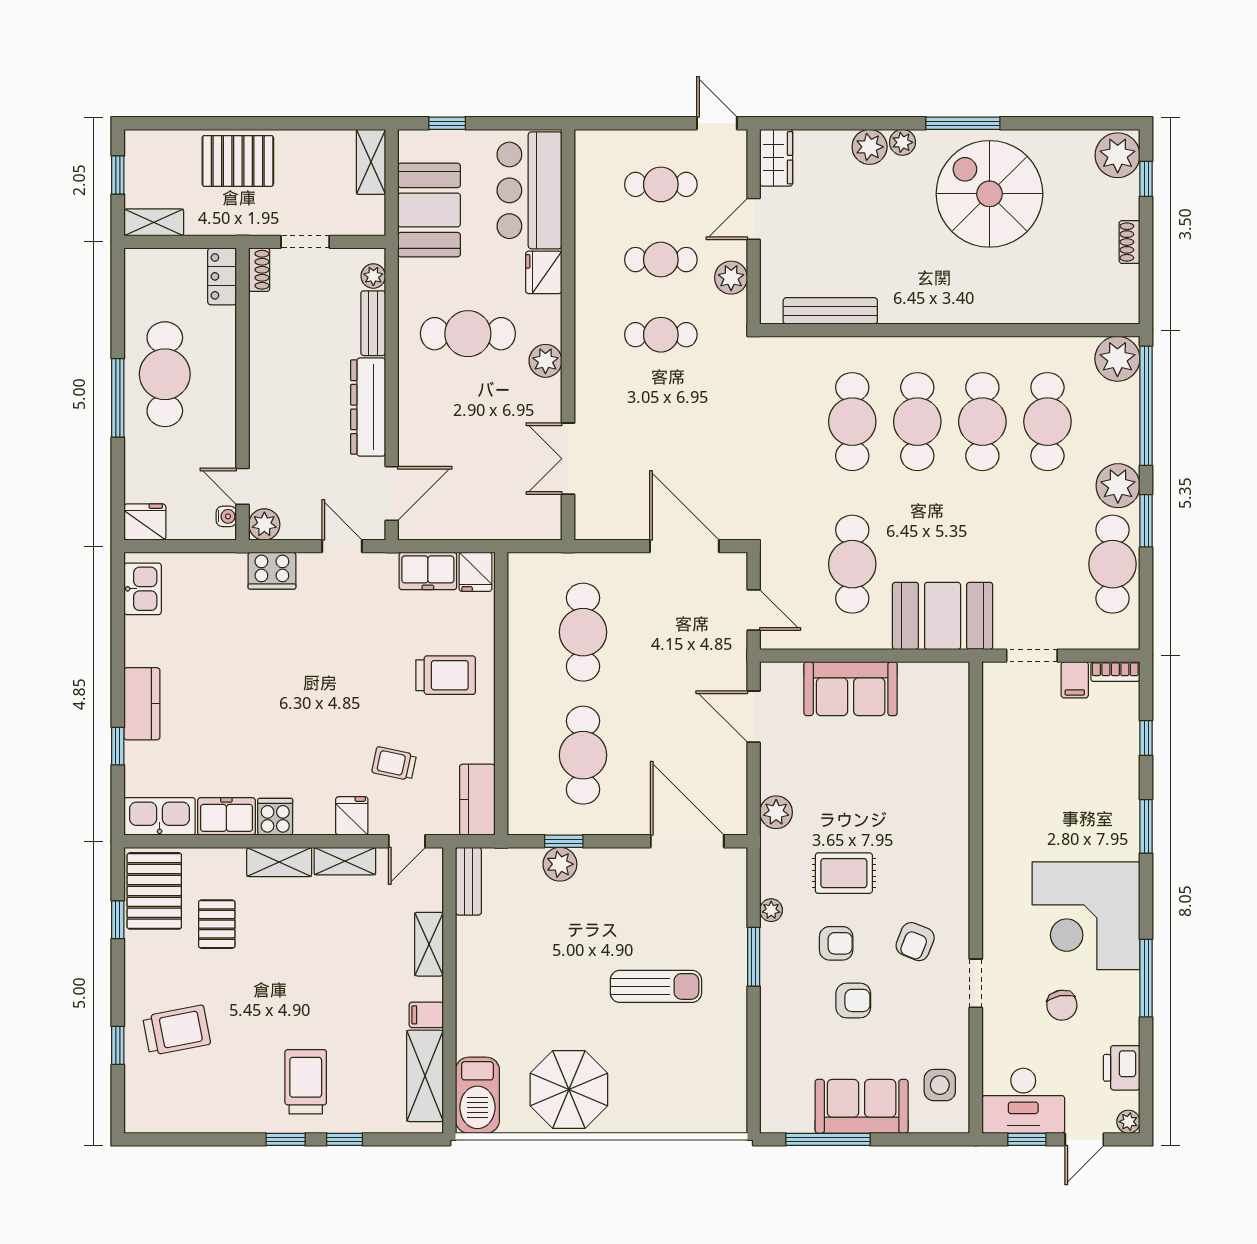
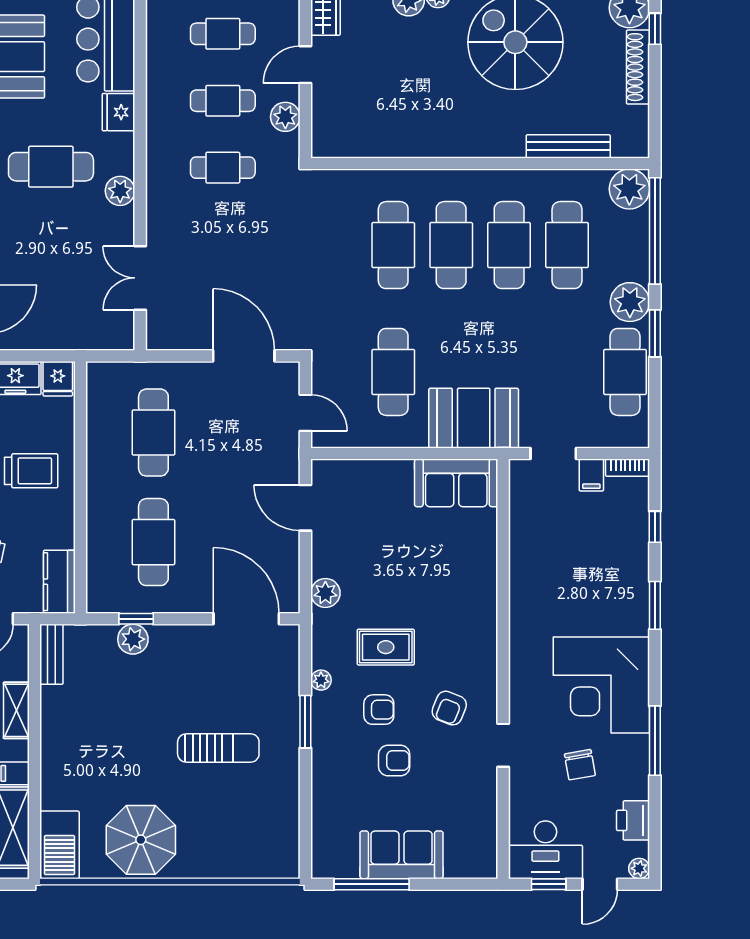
shoe rack: (1130, 242) -> (638, 67), width x1.94, depth x1.24
bench: (830, 311) -> (568, 146), moved
sofa: (851, 689) -> (456, 483), moved
side table: (940, 1085) -> (471, 836), removed

